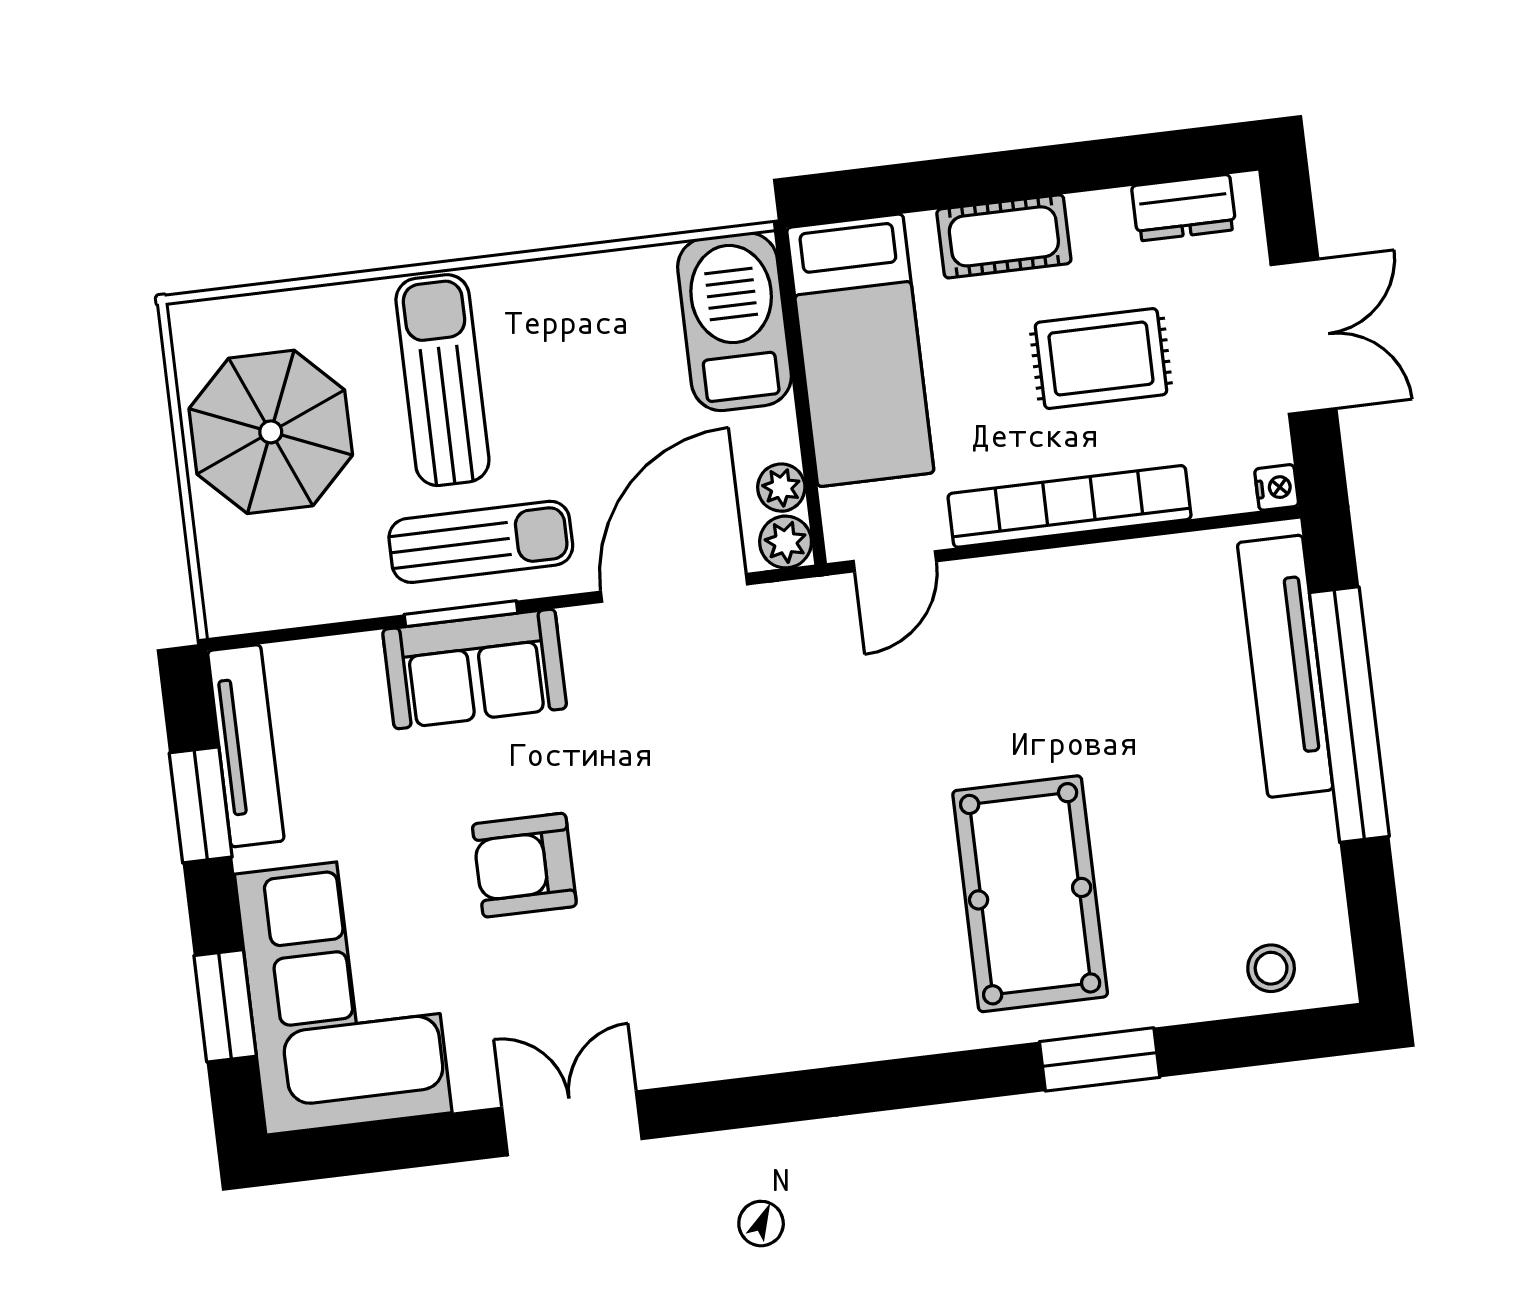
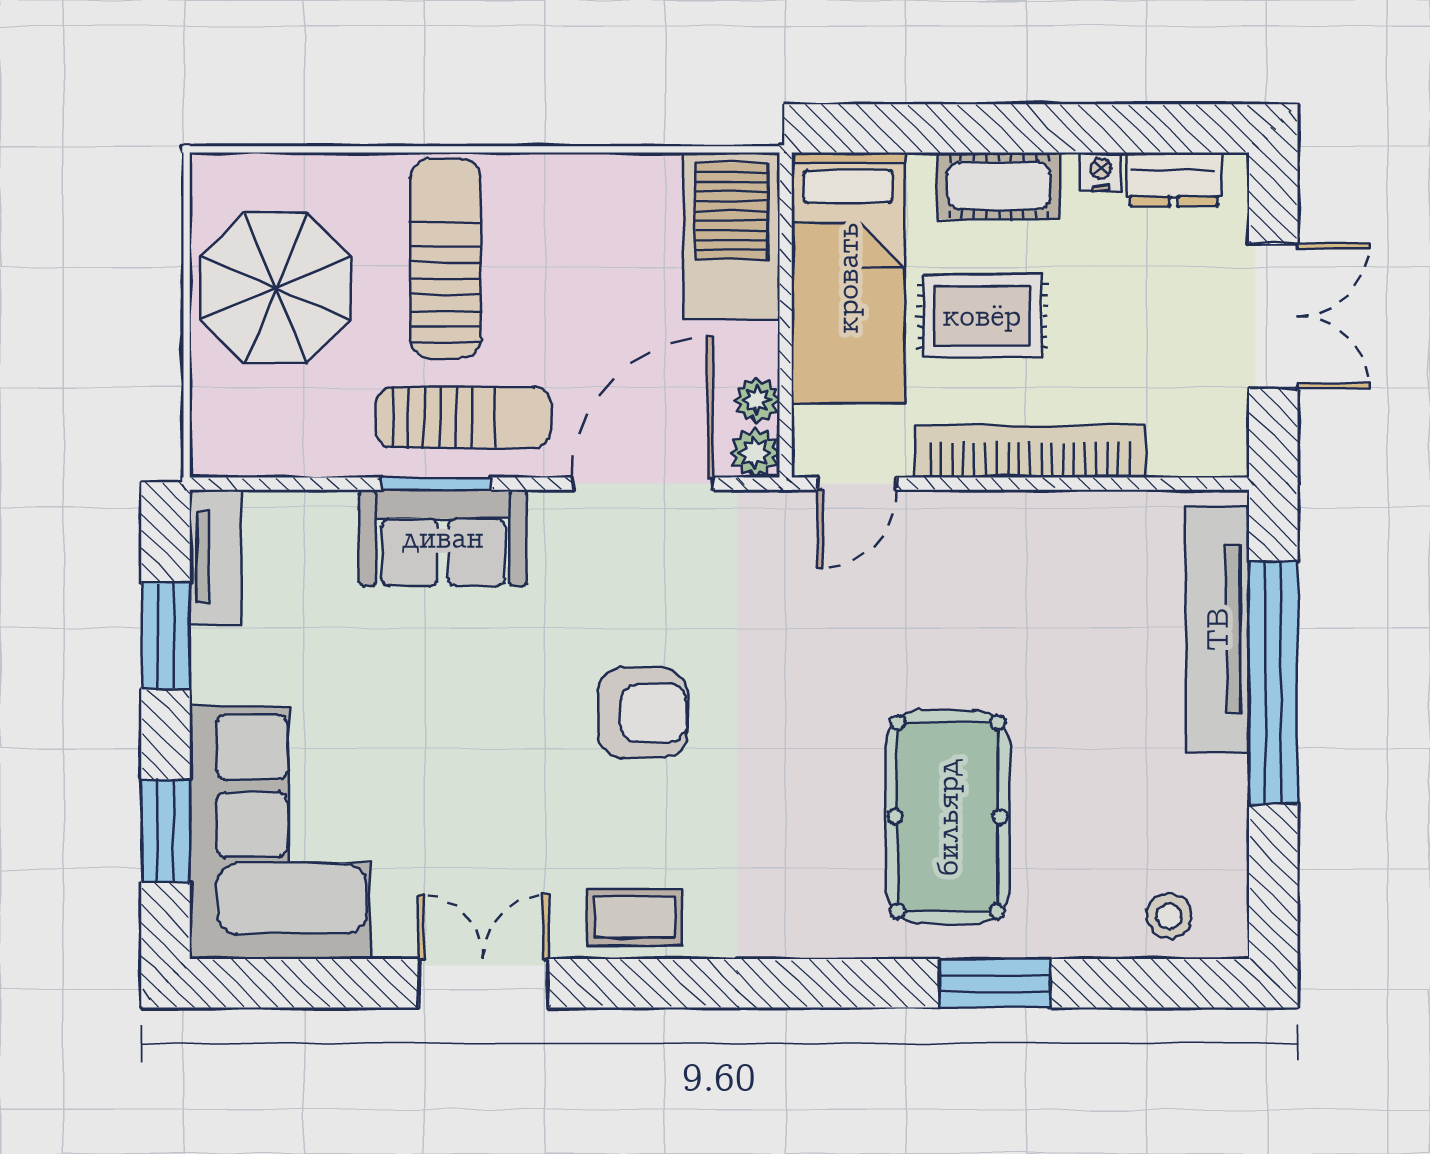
rug: (1101, 359) -> (982, 316), moved
nightstand: (1277, 487) -> (1101, 172), moved, turned -90
tv unit: (246, 746) -> (215, 557), width x0.71
armchair: (524, 865) -> (643, 713), moved, turned 180
coffee table: (720, 1036) -> (635, 917), added

